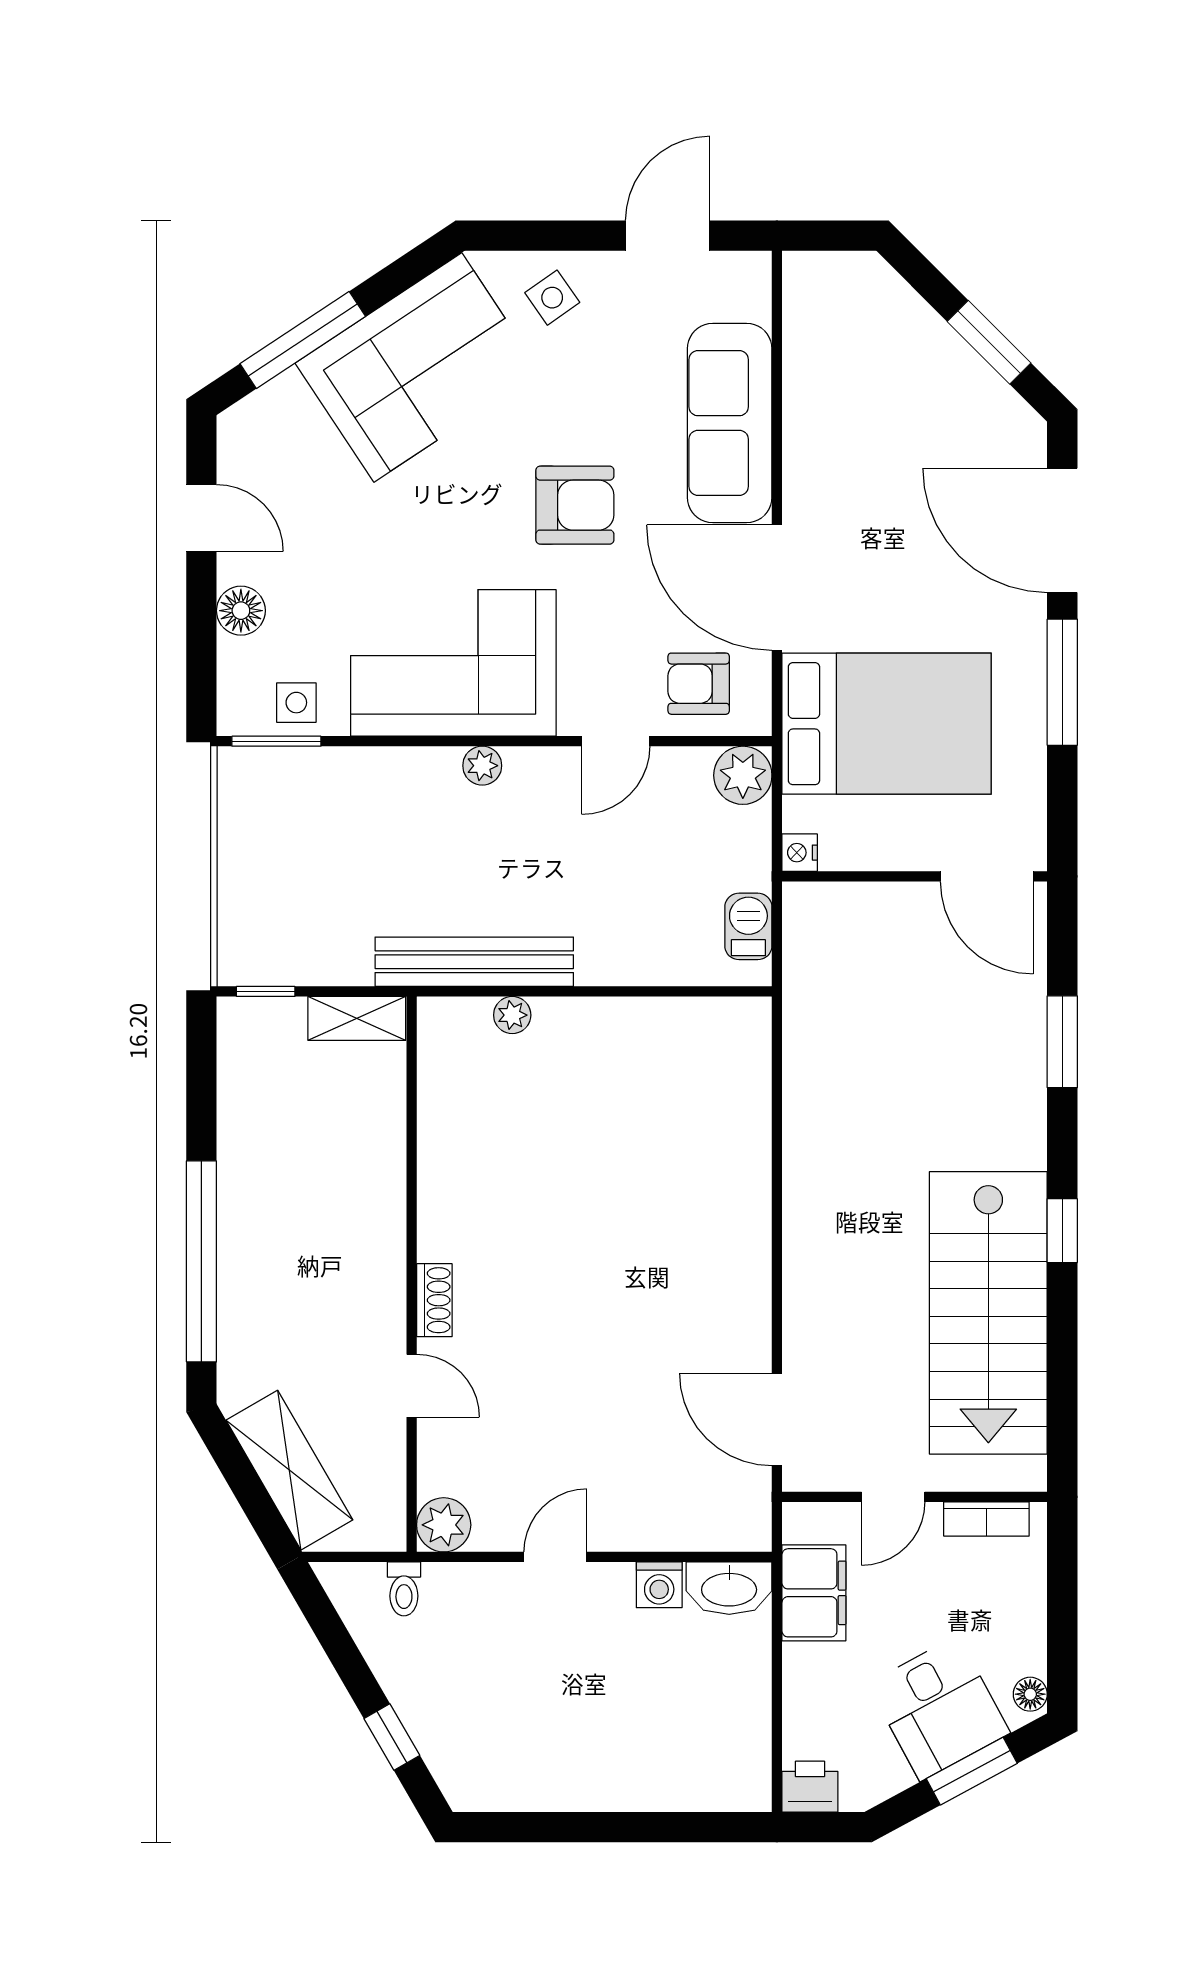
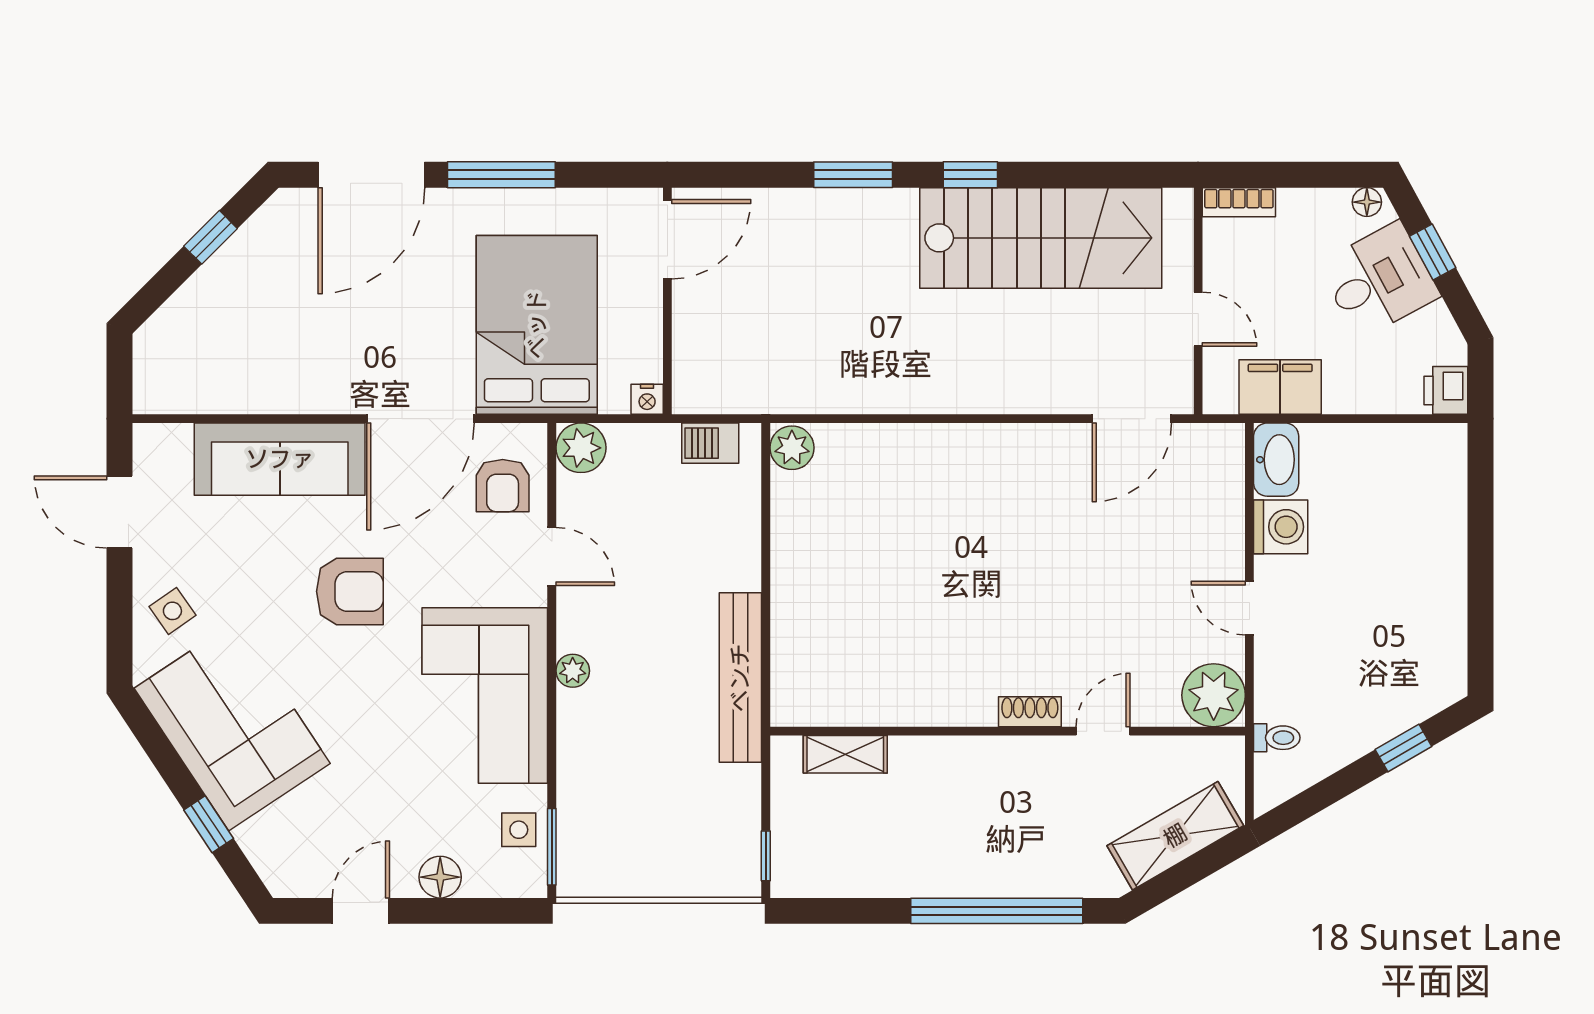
window: (303, 340) -> (209, 824), width x0.46
window: (989, 342) -> (211, 237), width x0.67
armchair: (575, 505) -> (350, 591), turned 90
plant: (512, 1015) -> (792, 448), moved, width x1.38, depth x1.38
shelving: (357, 1018) -> (845, 754), moved, turned 90
window: (1062, 1042) -> (853, 175), moved
bookcase: (986, 1519) -> (1239, 202), moved, turned 90
plant: (444, 1525) -> (1214, 695), width x1.36, depth x1.36
washing machine: (659, 1585) -> (1281, 527), width x1.38, depth x1.38
window: (972, 1771) -> (1433, 252), width x0.67

